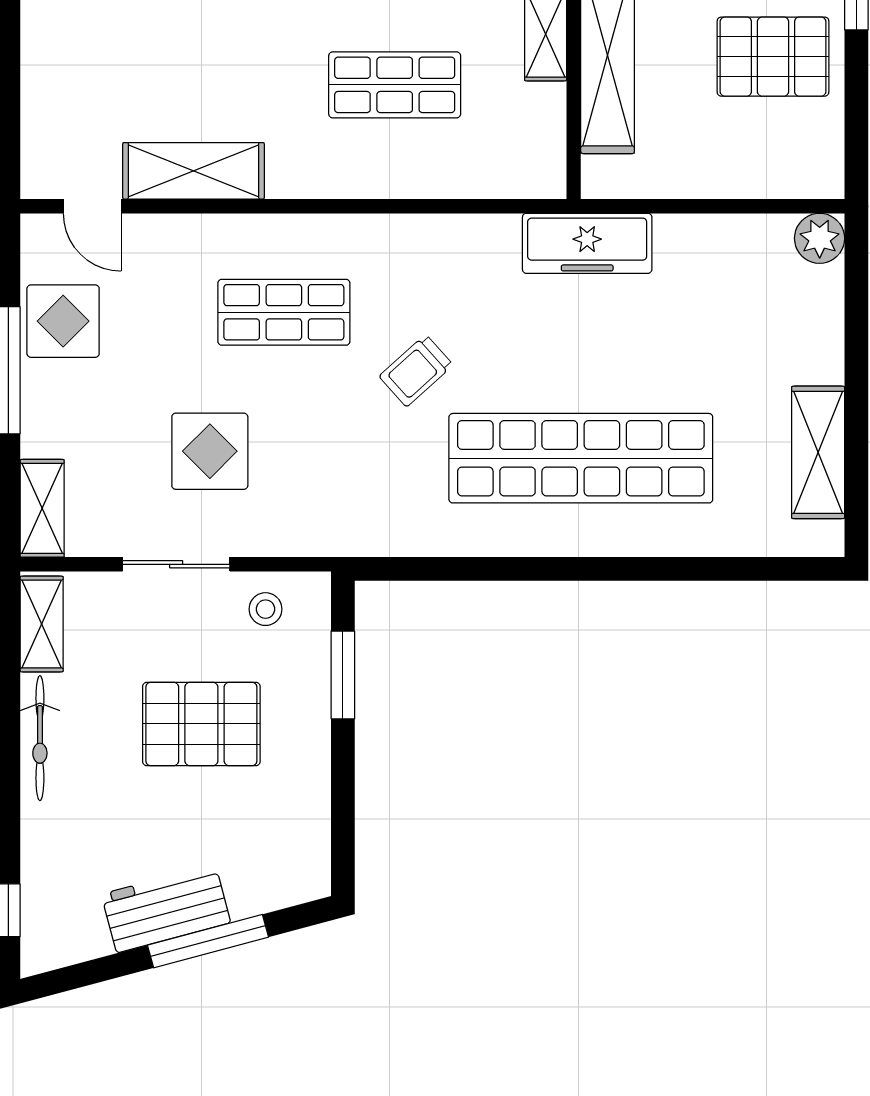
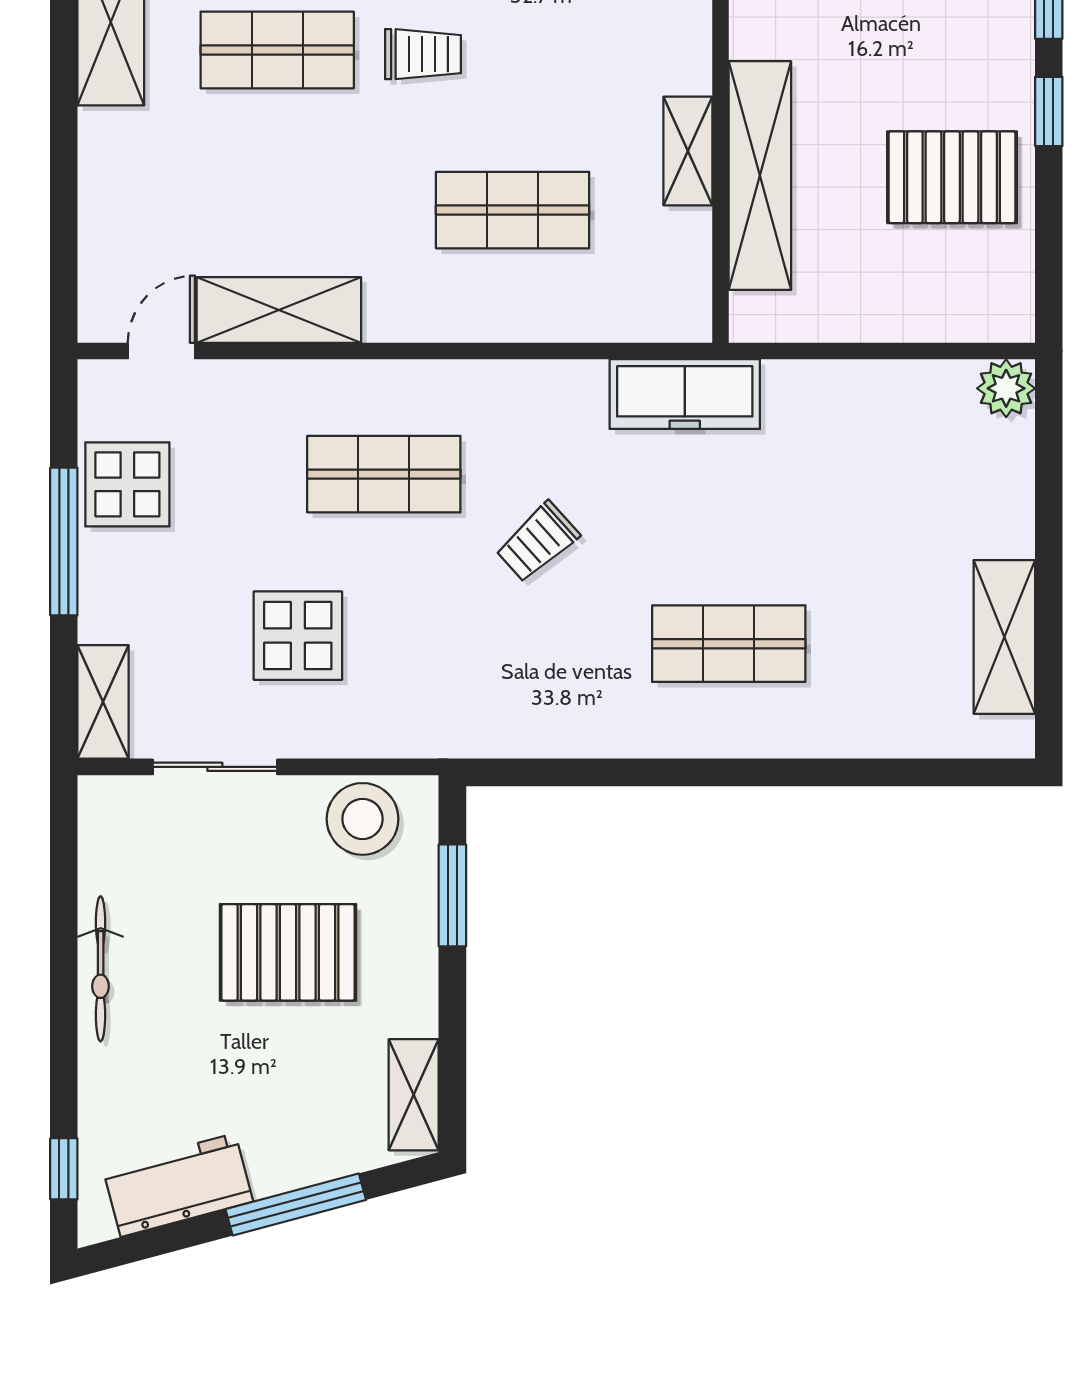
door: (92, 206) -> (161, 351), swing flipped
freezer: (587, 243) -> (685, 394), moved
shop shelf: (581, 458) -> (729, 644), width x0.50, depth x0.74
sliding door: (176, 564) -> (215, 767), moved
stool: (266, 609) -> (363, 819), width x1.89, depth x1.89
shelving: (42, 624) -> (414, 1095), moved
workbench: (166, 908) -> (178, 1185), moved

